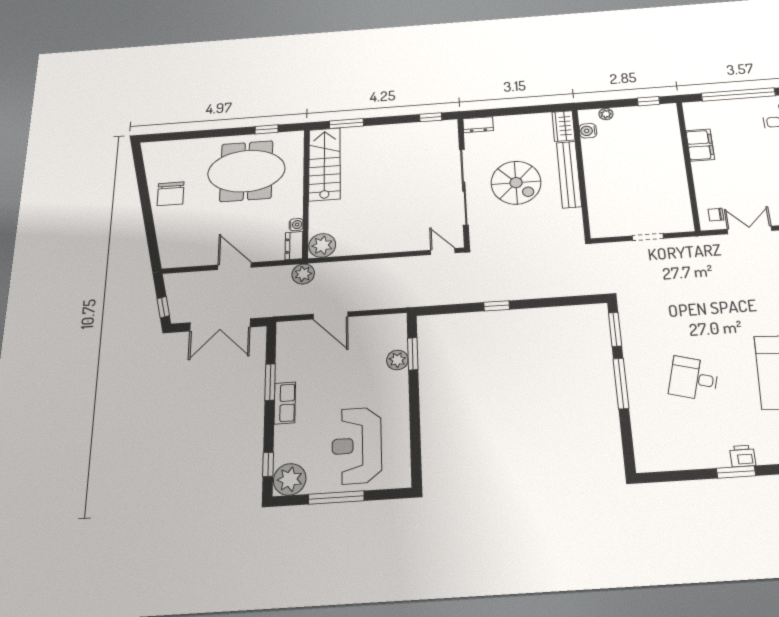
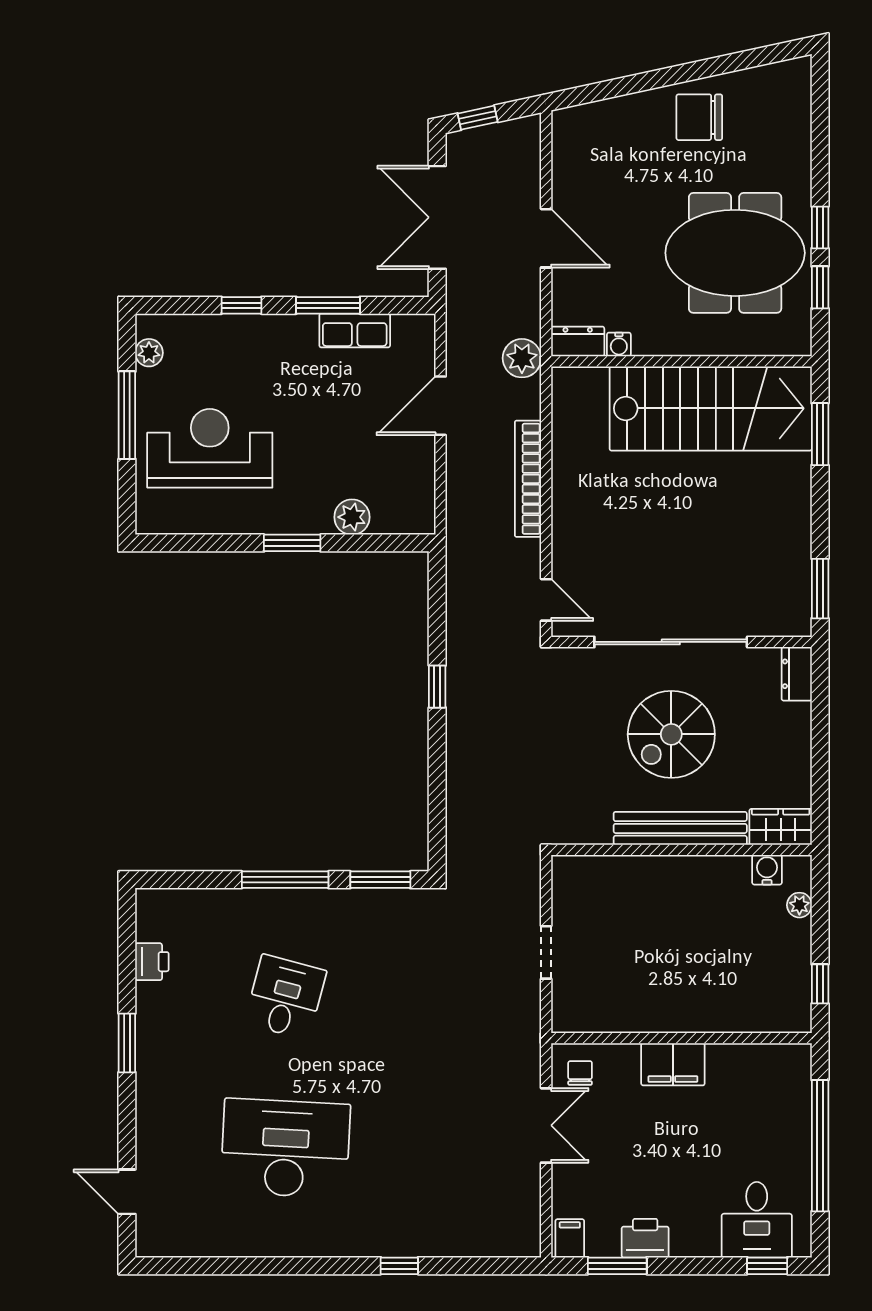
window: (431, 117) -> (820, 589), width x1.50
window: (234, 132) -> (820, 227), added
filing cabinet: (700, 145) -> (673, 1064), moved
stairs: (325, 164) -> (711, 408), width x1.36, depth x1.51
meeting table: (246, 171) -> (735, 253), turned 90
plant: (322, 245) -> (574, 391), removed
door: (443, 251) -> (546, 600), hinge flipped
door: (235, 266) -> (546, 238), hinge flipped
bookcase: (373, 266) -> (528, 479), added
window: (413, 354) -> (292, 543), moved
row of seats: (285, 403) -> (355, 330), moved
printer: (743, 456) -> (152, 962), moved
window: (268, 464) -> (241, 305), moved
plant: (290, 479) -> (149, 353), width x0.53, depth x0.53

